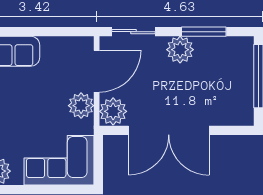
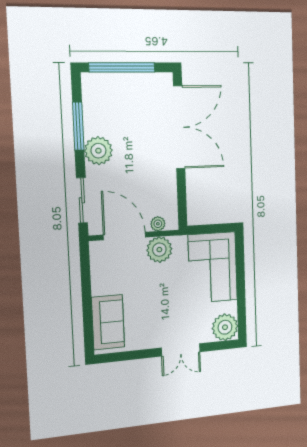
plant: (113, 111) -> (158, 224), width x0.53, depth x0.53
double door: (169, 130) -> (179, 127), moved

